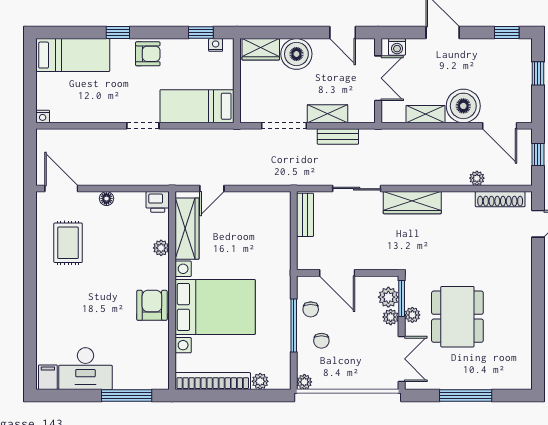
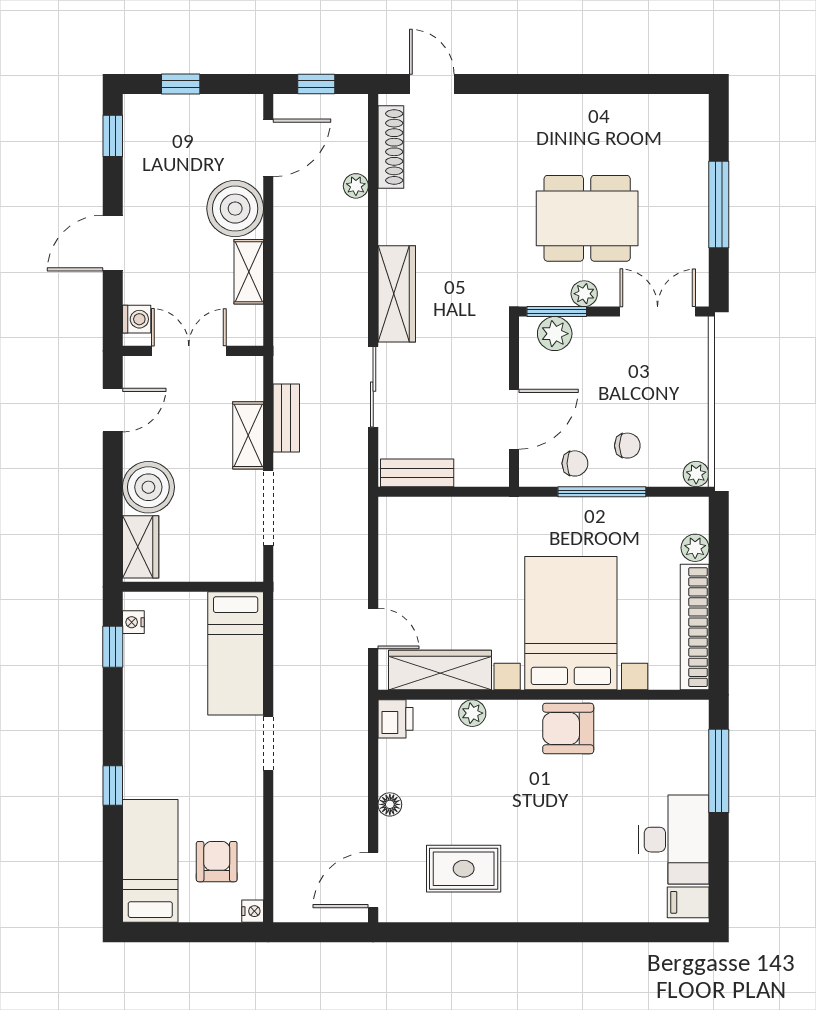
armchair: (148, 54) -> (217, 862), moved
plant: (391, 317) -> (588, 330), removed

